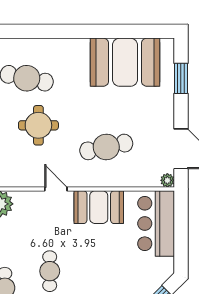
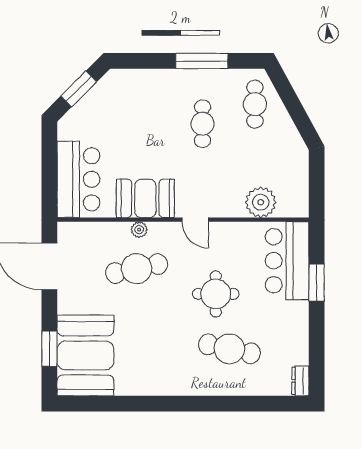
booth: (125, 62) -> (85, 355), moved, turned 90
plant: (167, 180) -> (139, 230), moved

